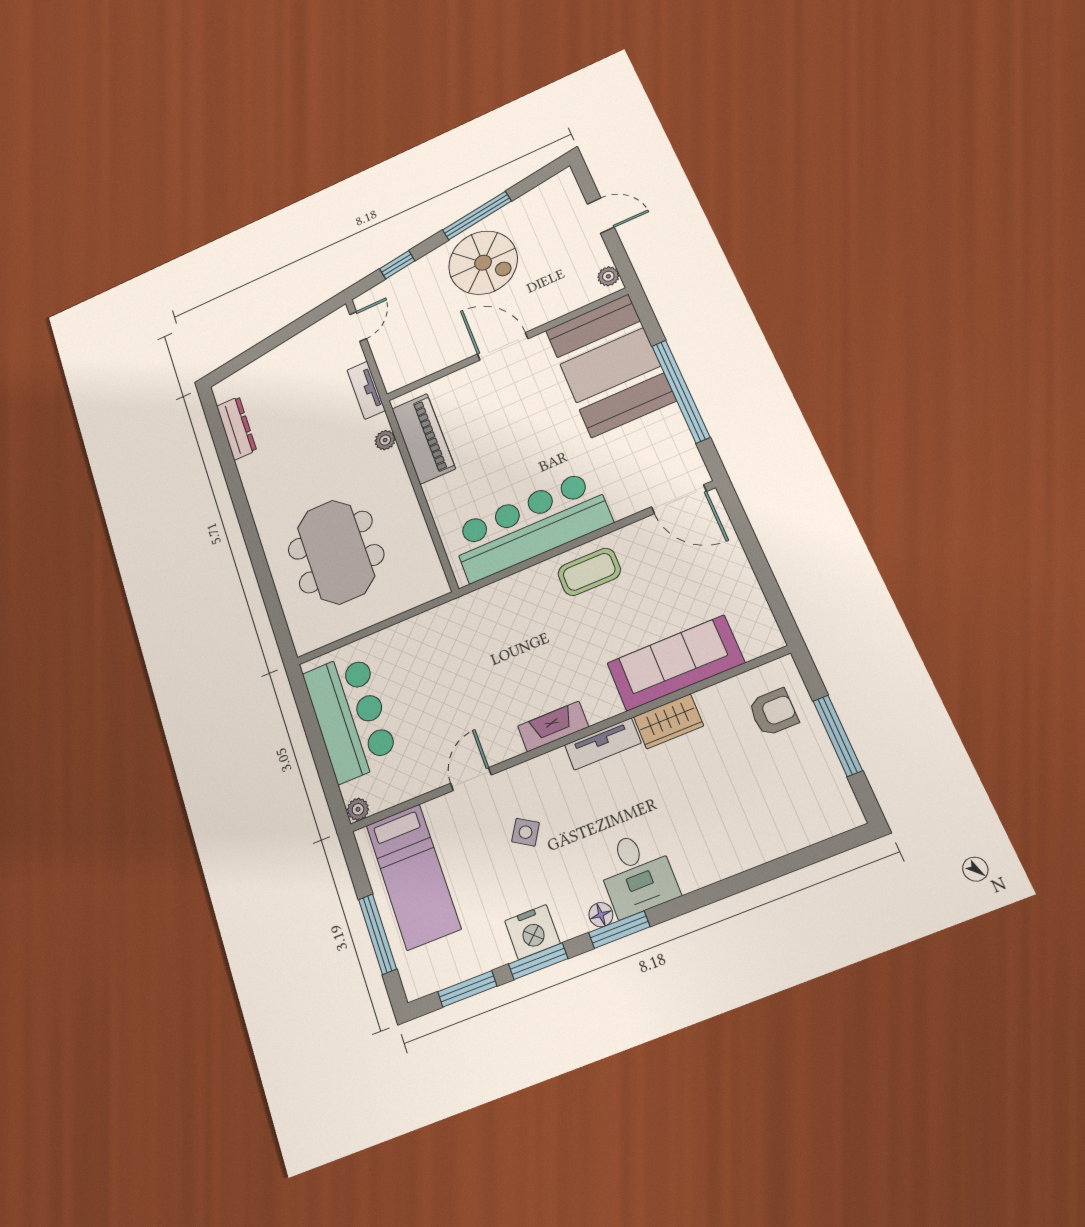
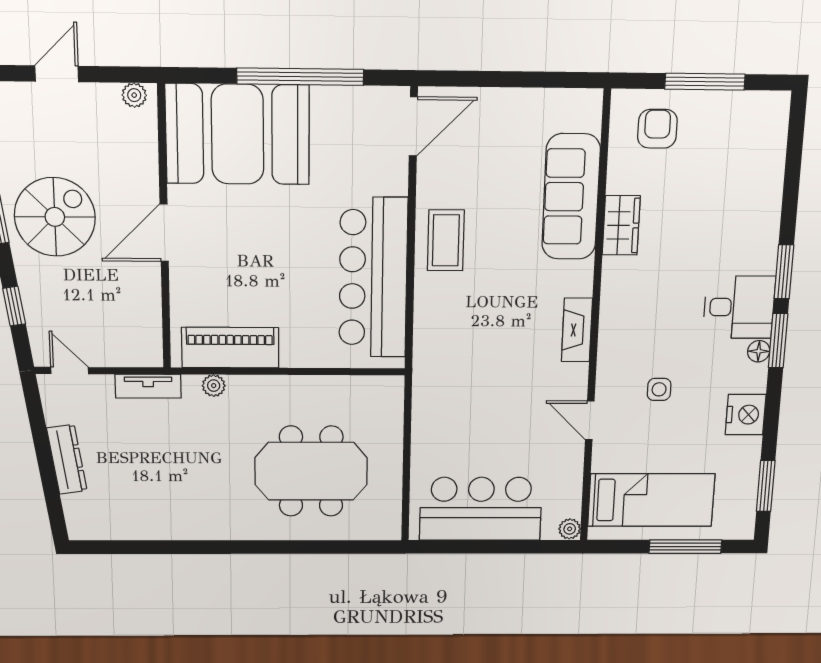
dresser: (237, 428) -> (67, 459), moved, turned 82
tv unit: (603, 744) -> (614, 292), removed
side table: (526, 832) -> (659, 389), turned -32
window: (538, 961) -> (784, 272), moved

